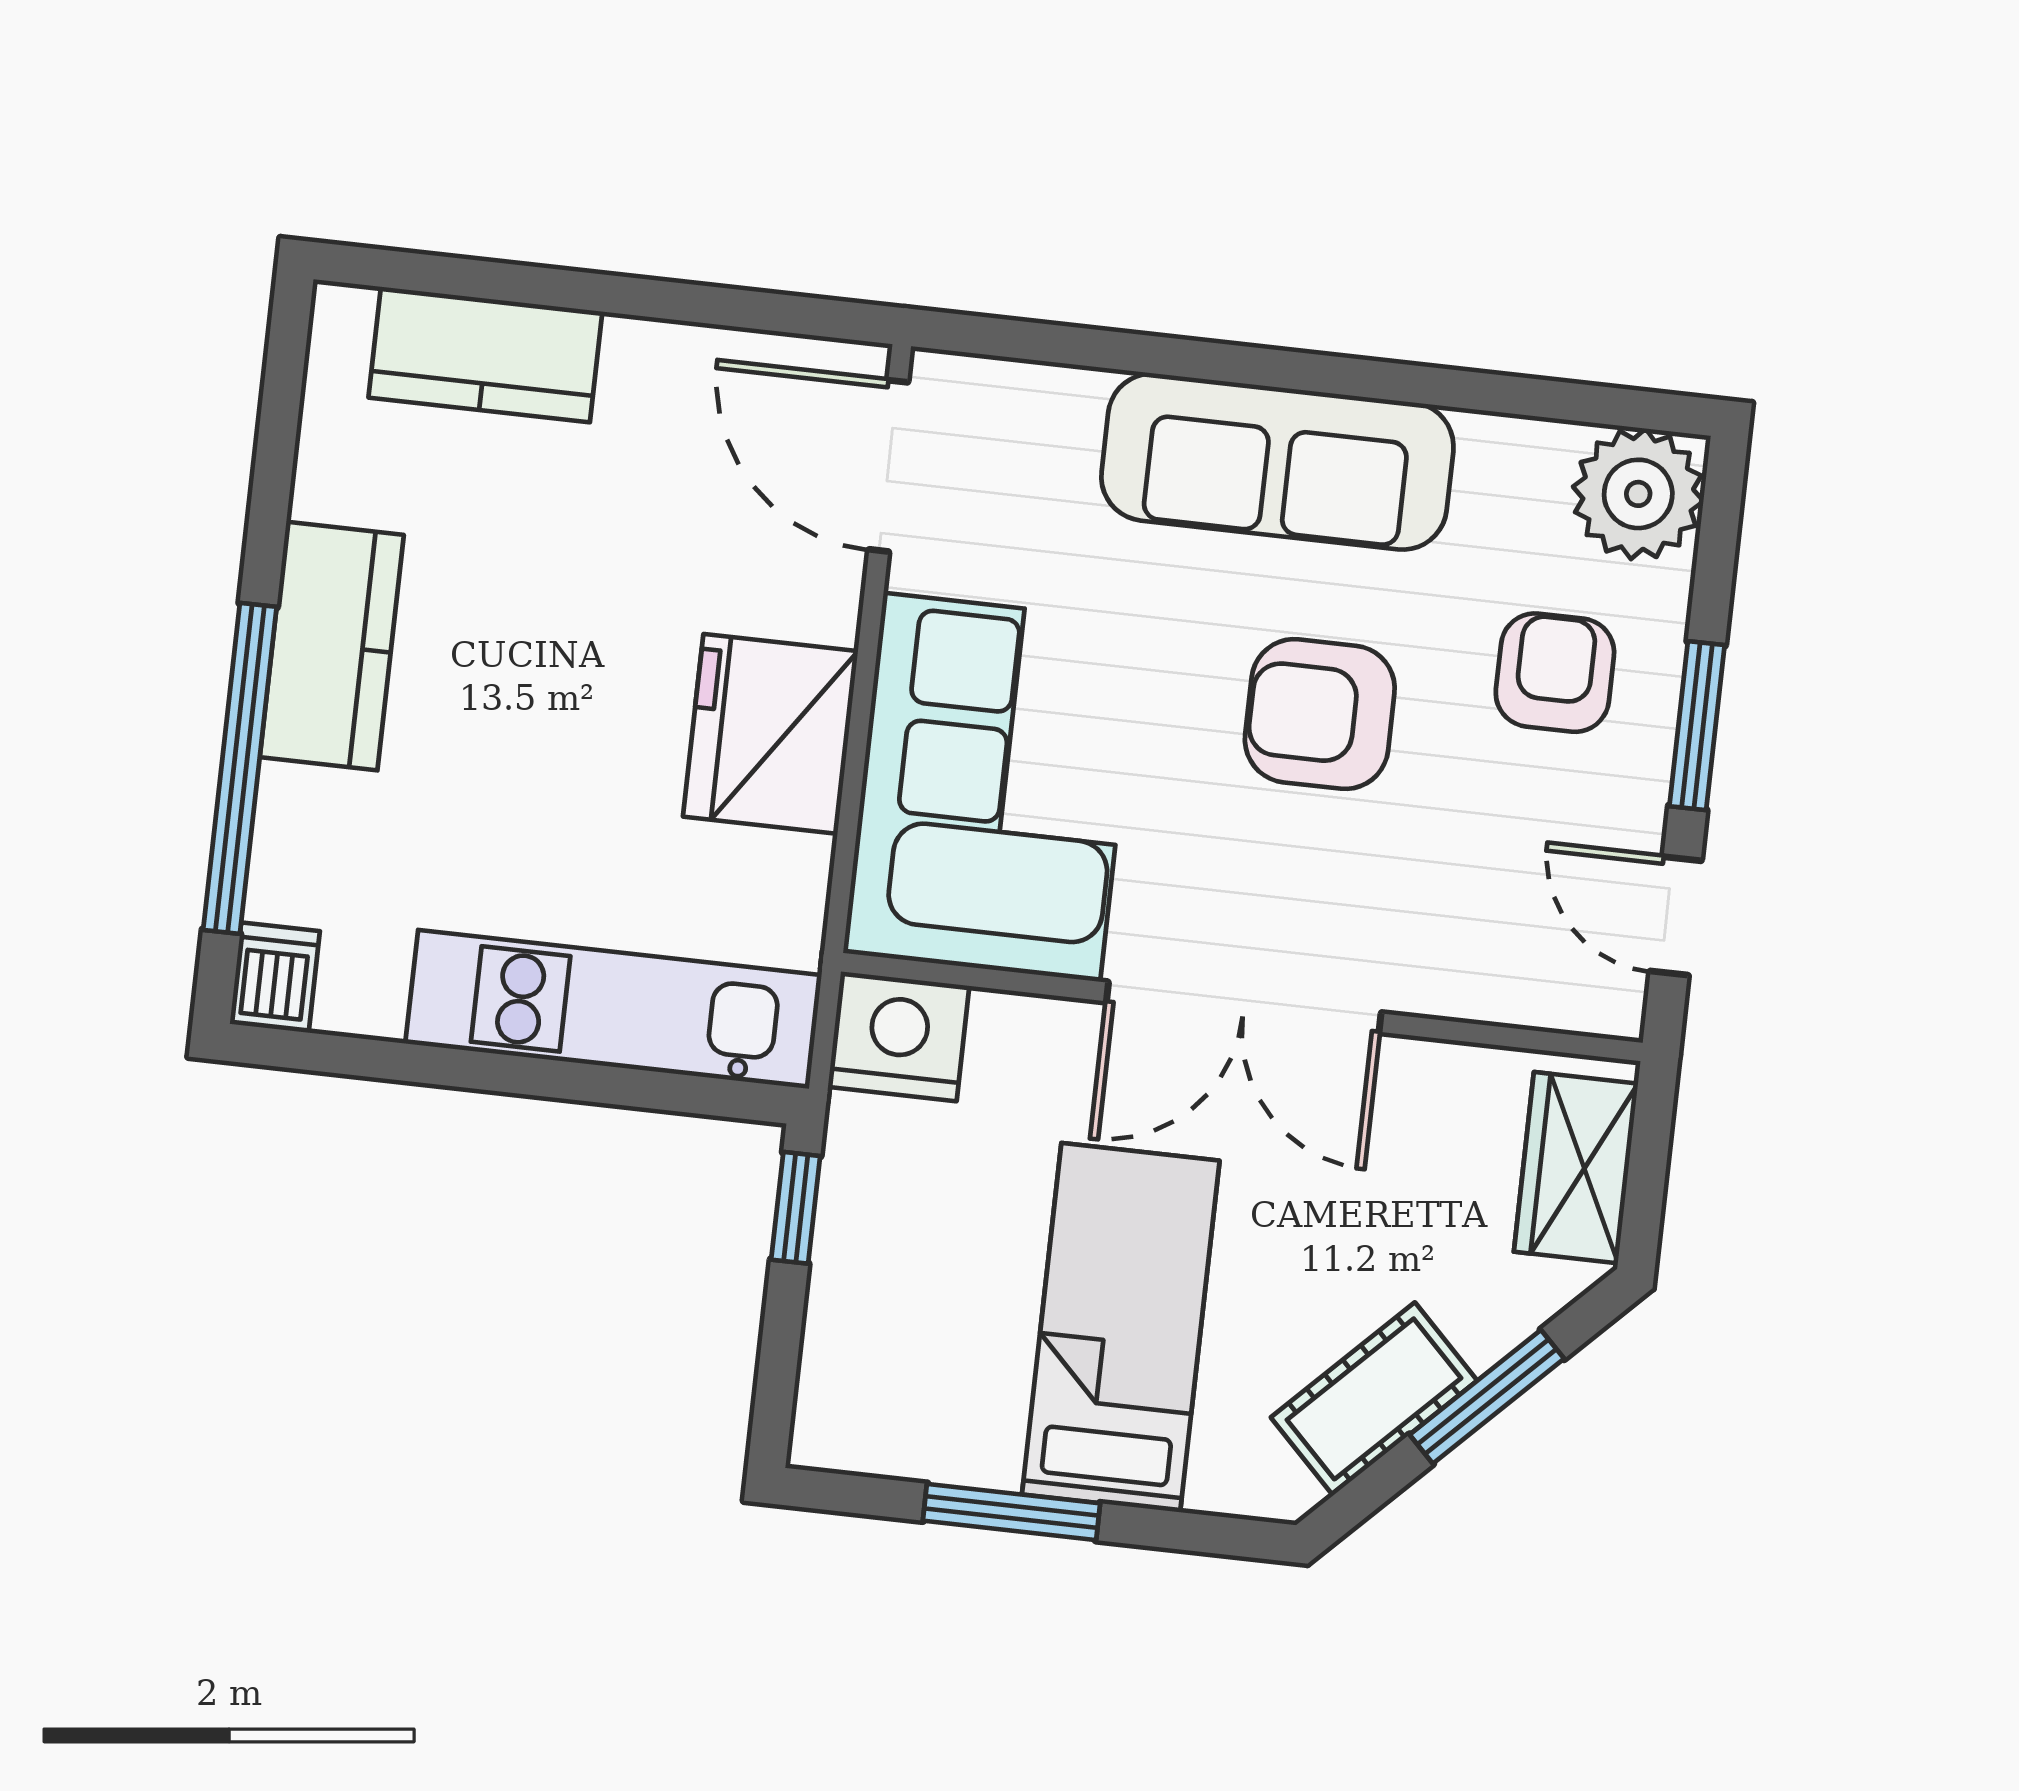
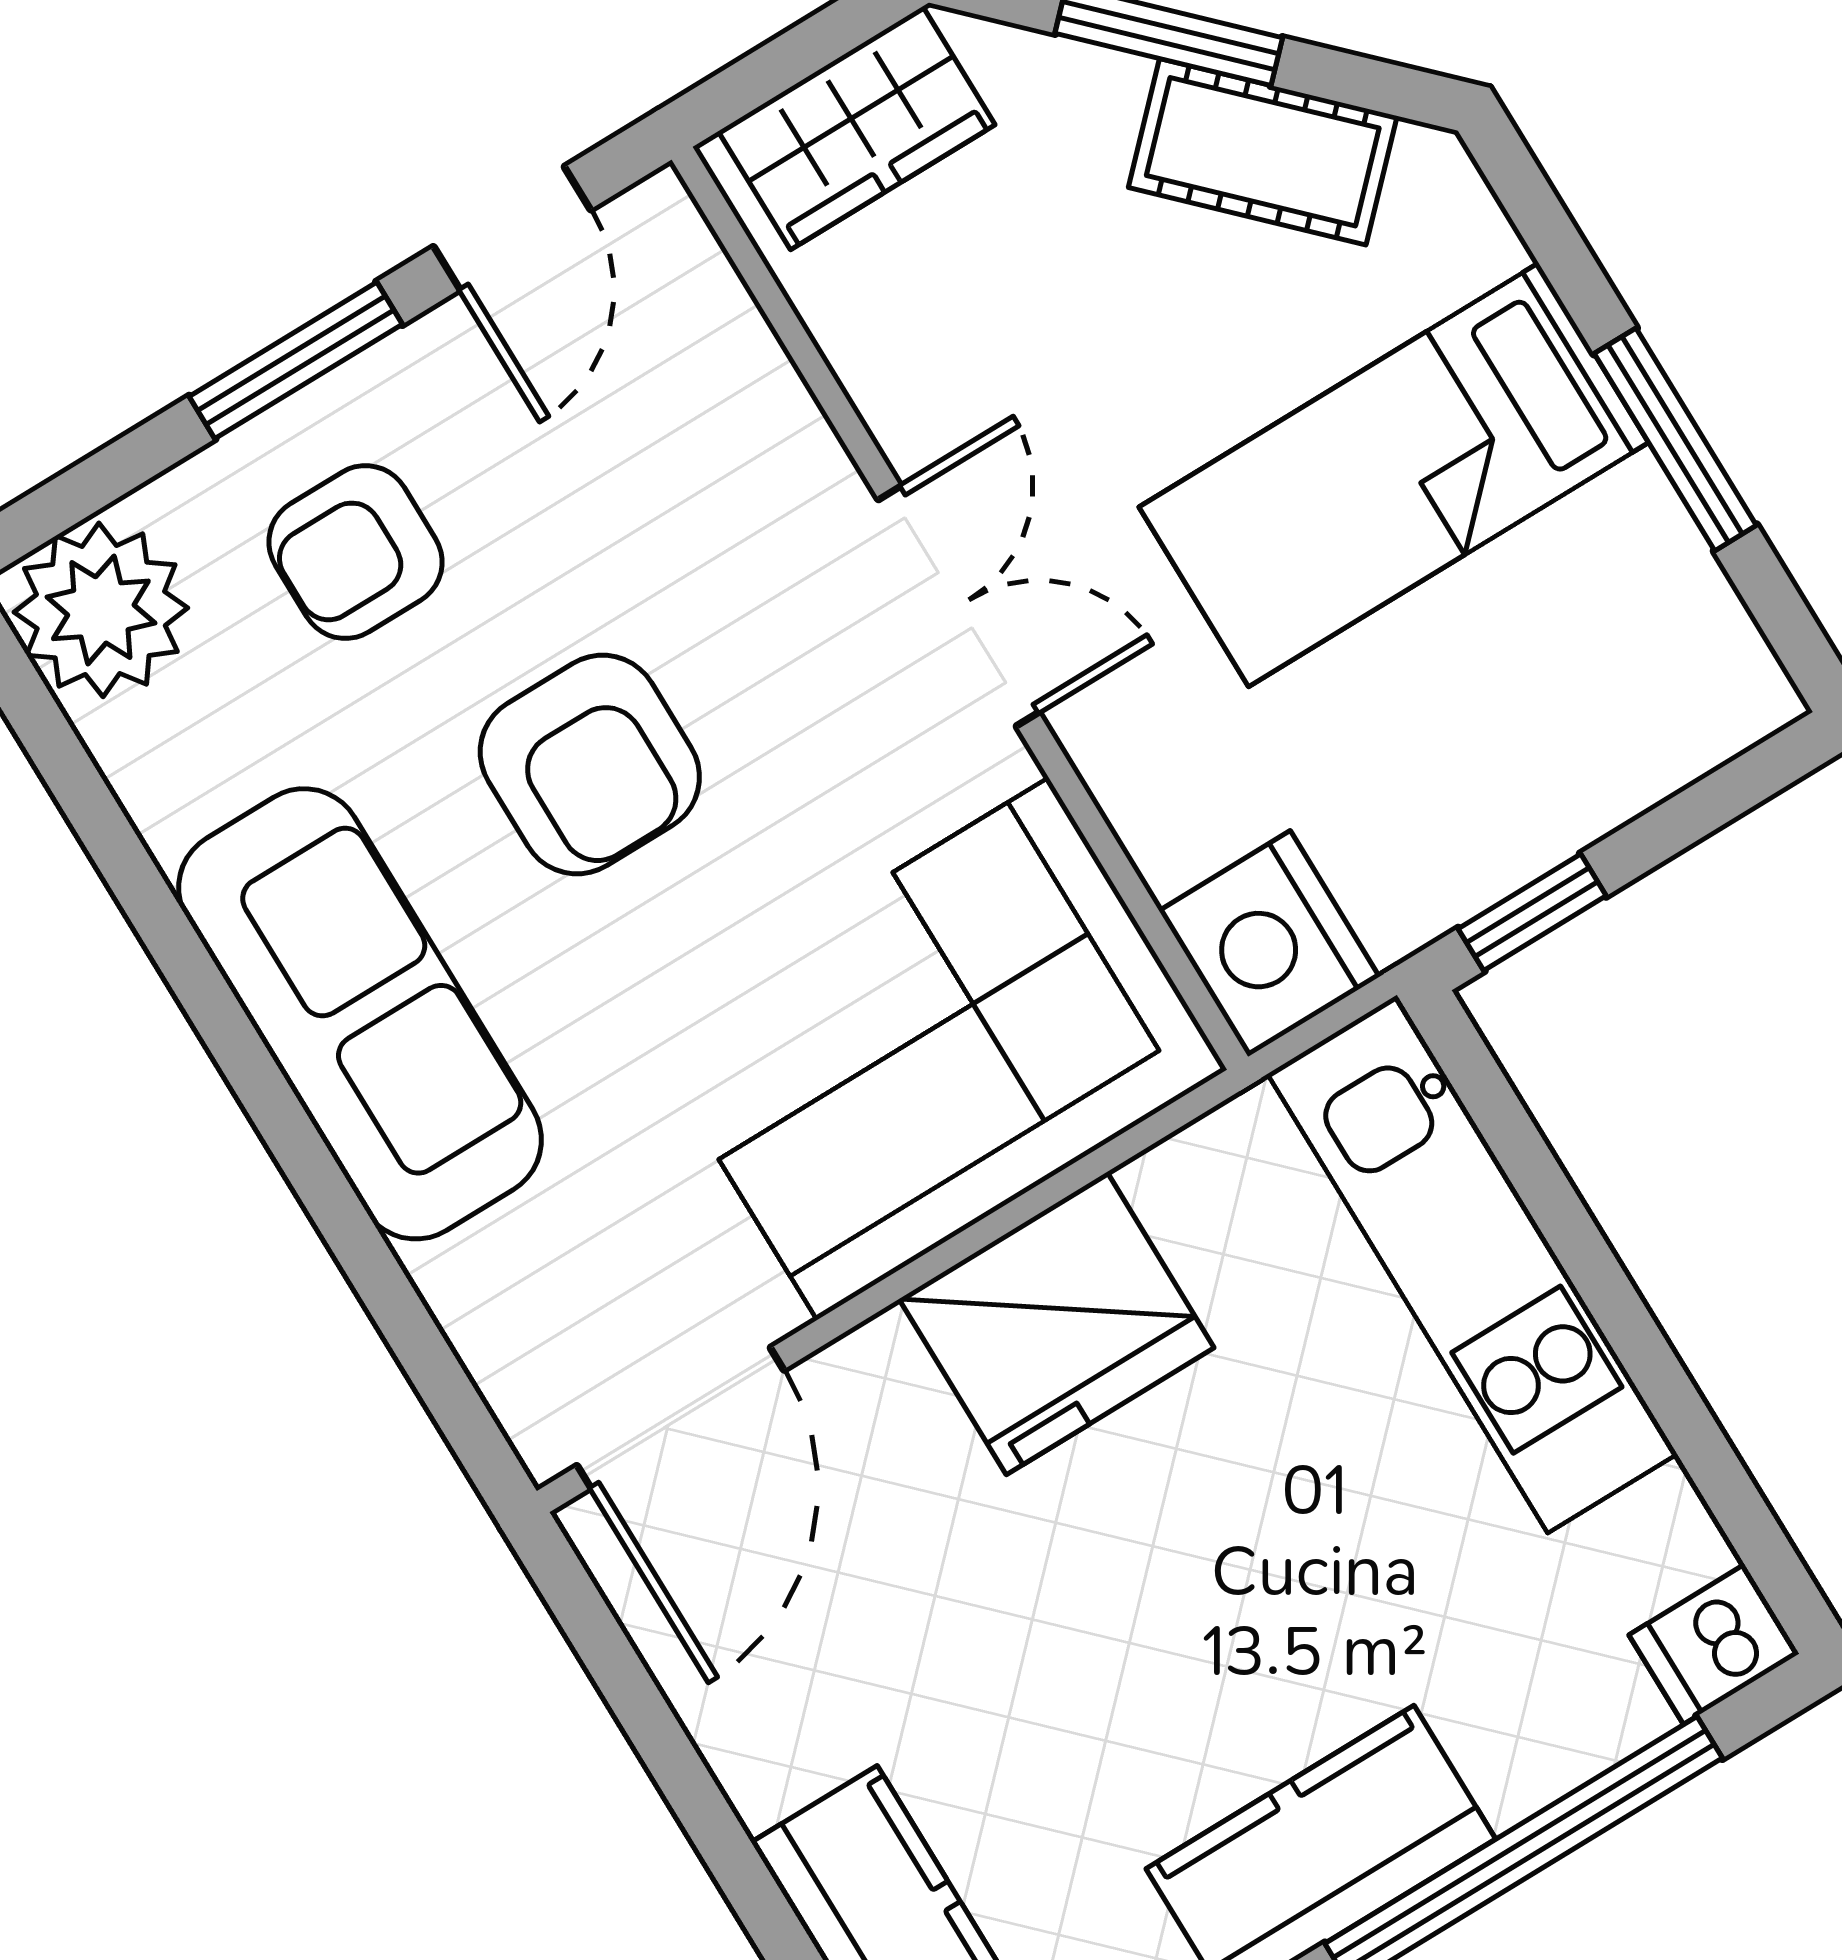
double door: (1244, 1007) -> (959, 606), width x0.73

